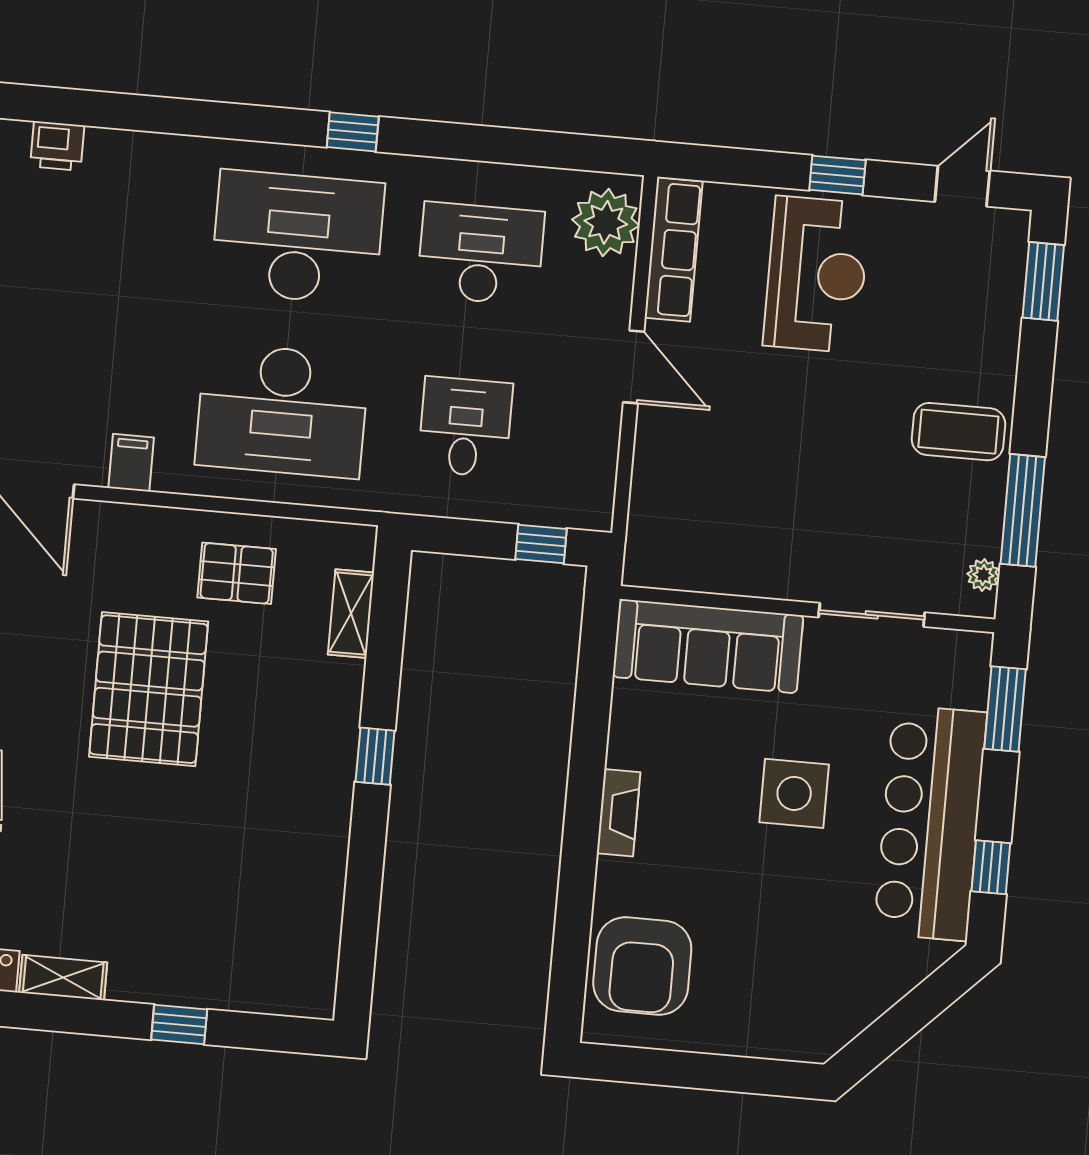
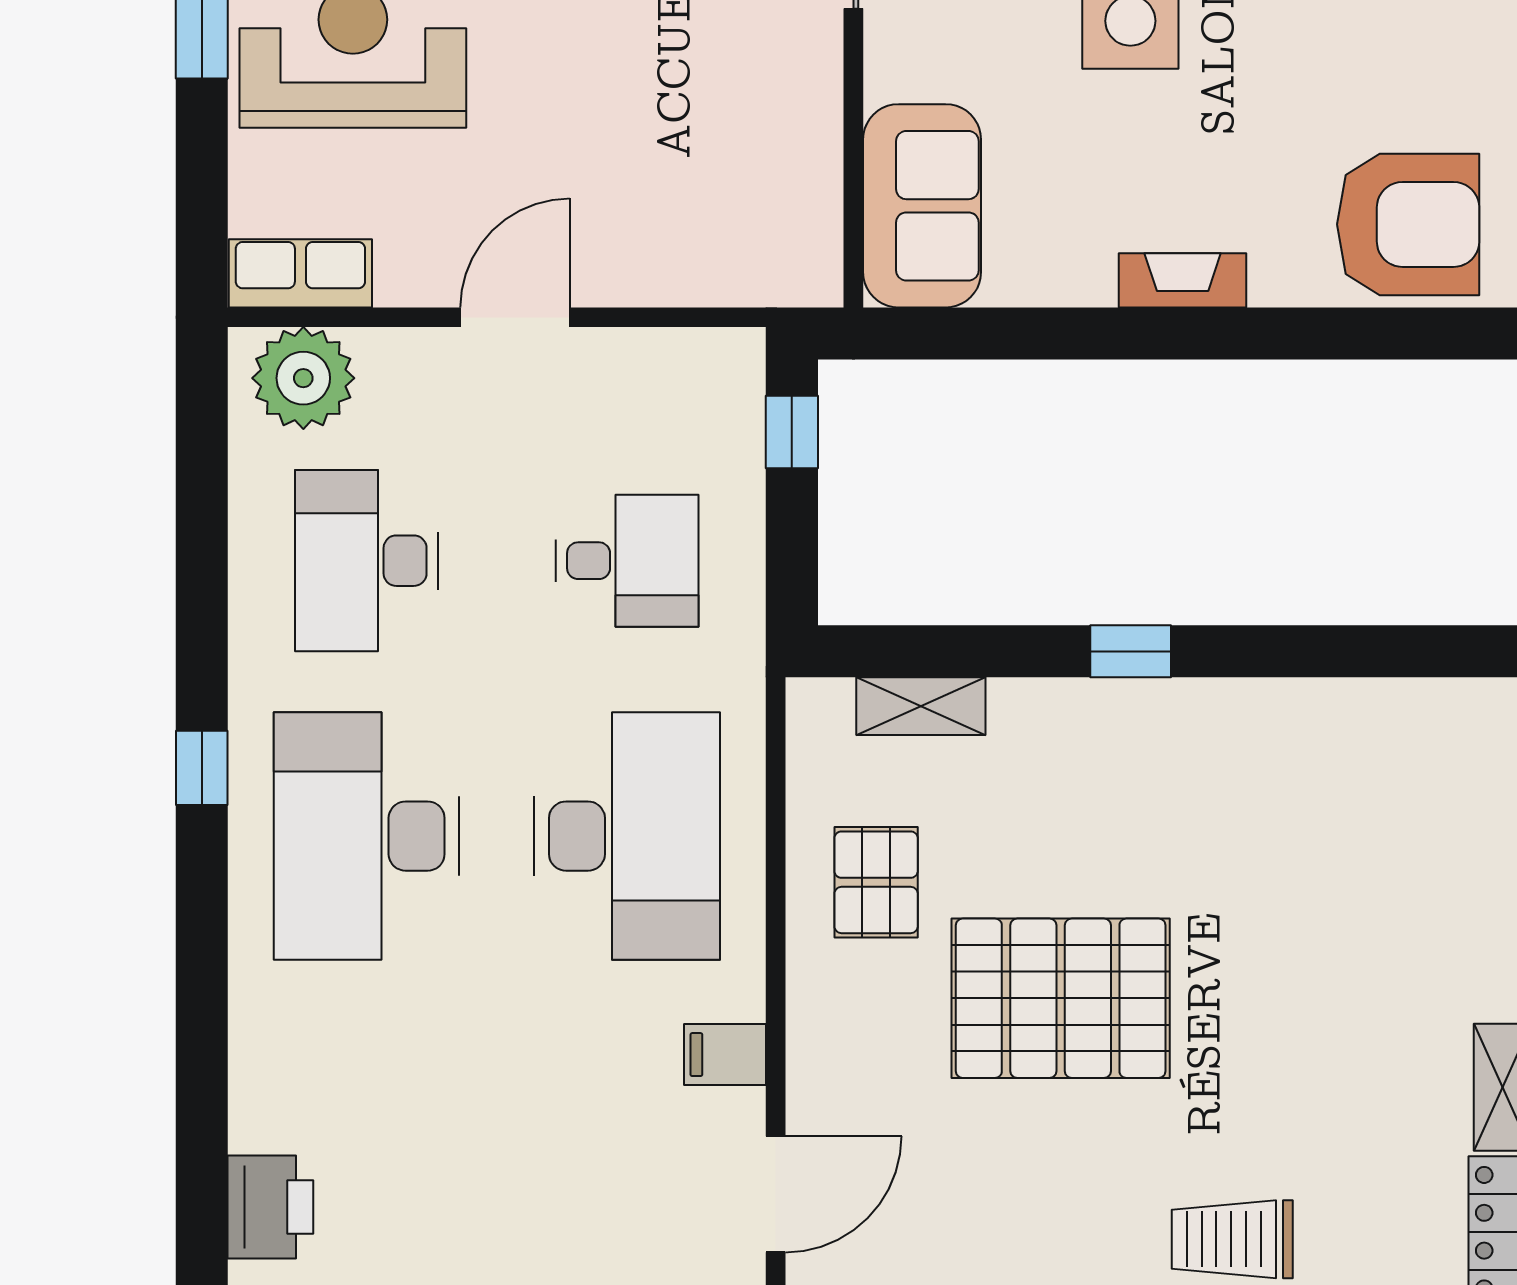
printer: (57, 146) -> (270, 1207), width x1.36, depth x1.24
row of seats: (674, 250) -> (300, 273), width x0.68
desk: (465, 427) -> (627, 561), turned 180
sofa: (708, 646) -> (922, 206), width x0.73

